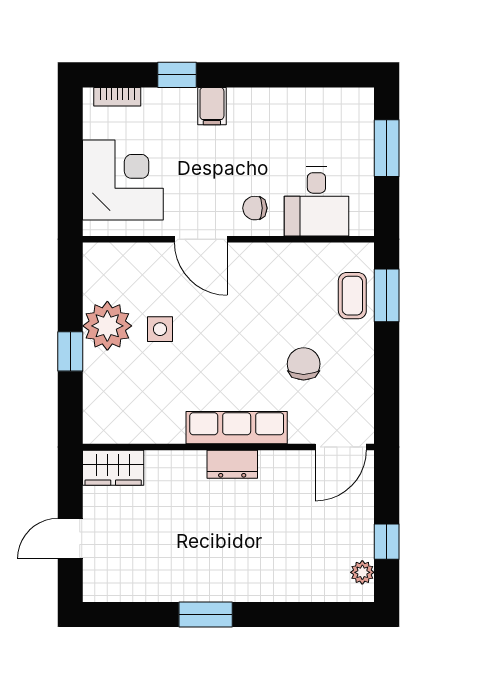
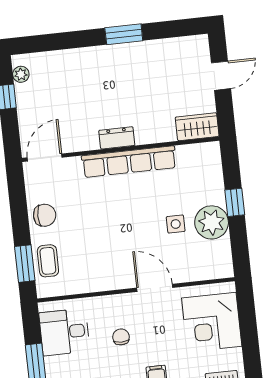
desk: (316, 202) -> (64, 332), moved, turned -90
chair: (255, 208) -> (121, 337), moved, turned -90
chair: (304, 364) -> (45, 215), moved, turned -90
row of seats: (237, 428) -> (129, 162), width x1.36

